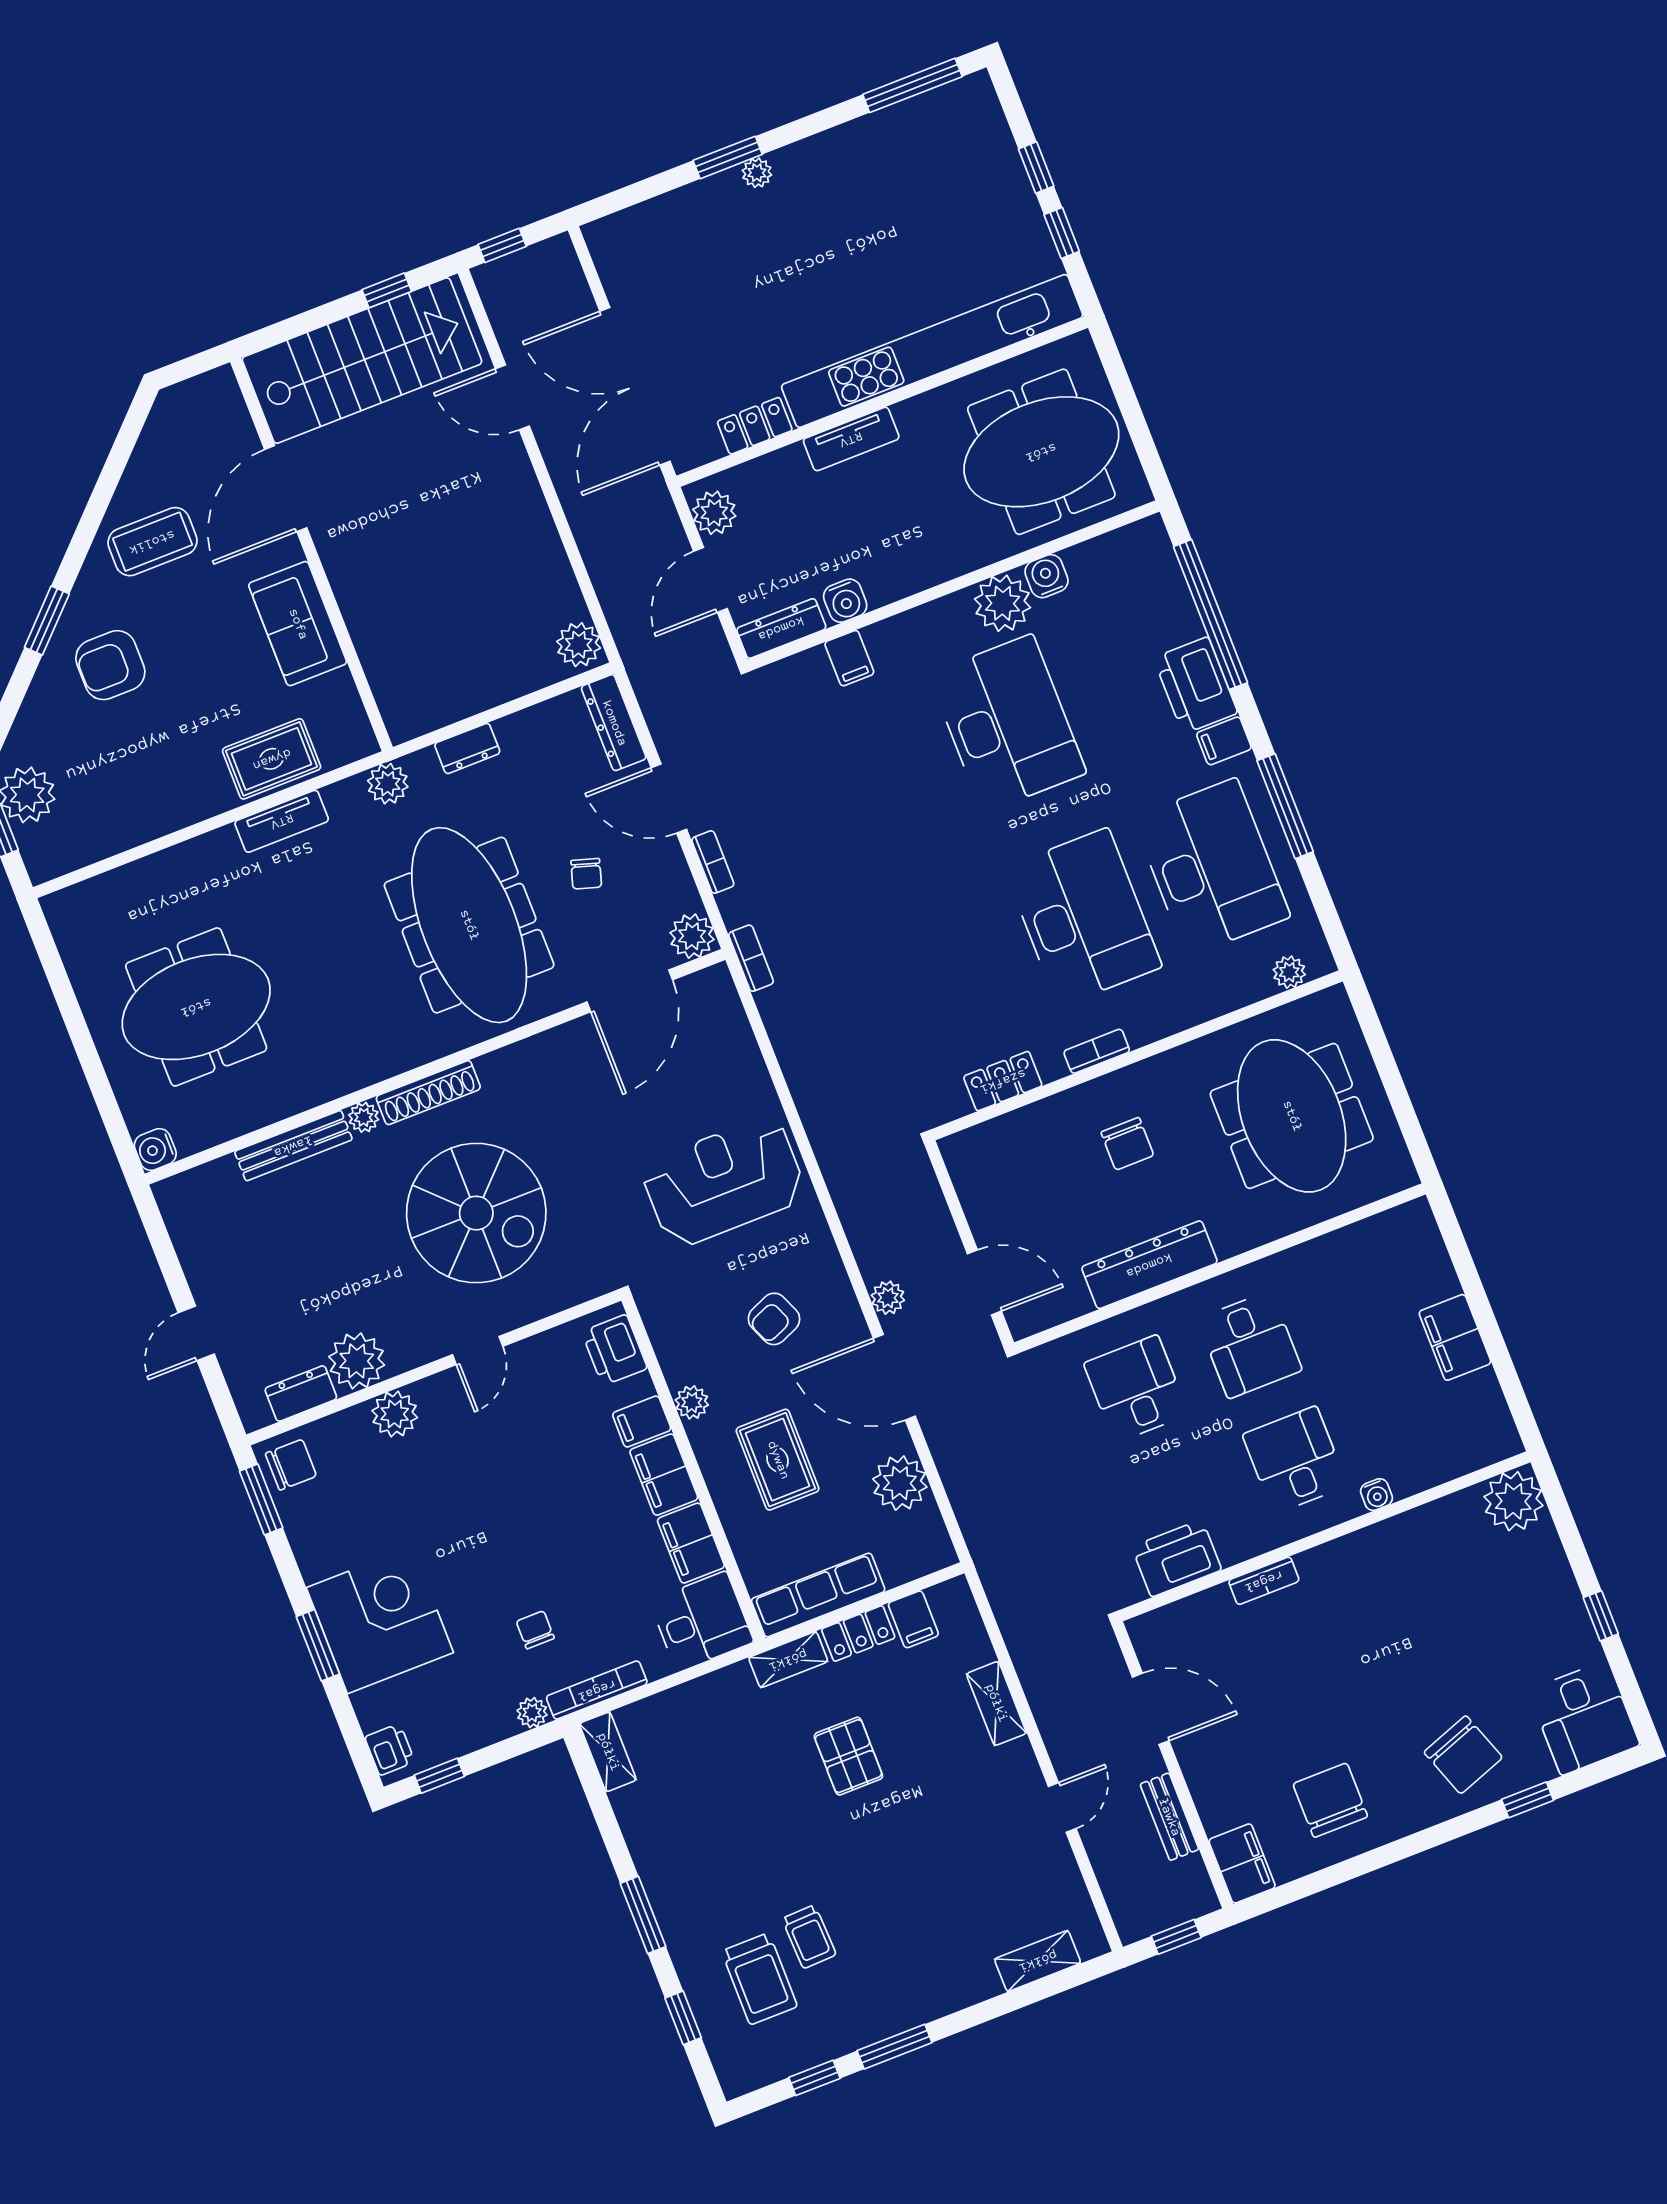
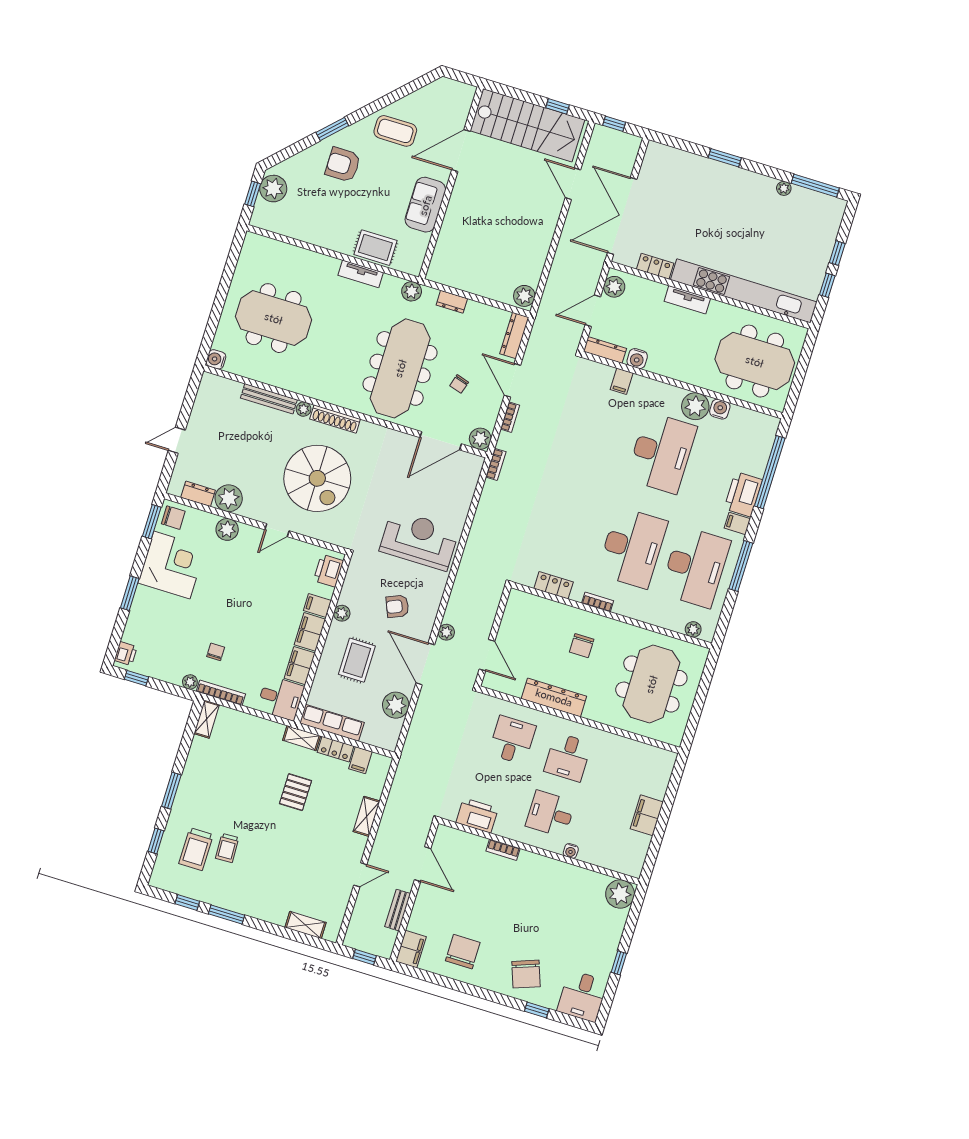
plant: (757, 173) -> (784, 188), moved
desk: (1295, 1460) -> (550, 814), turned -90
corner desk: (380, 1620) -> (172, 565), moved

